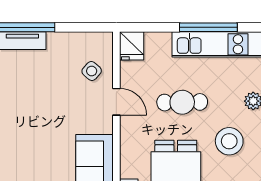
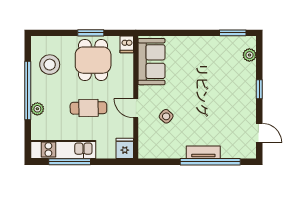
side table: (92, 71) -> (166, 116), moved
stool: (229, 141) -> (50, 65), moved

